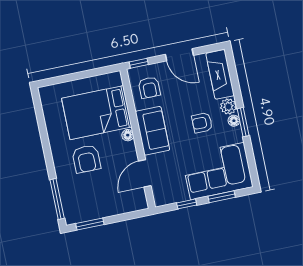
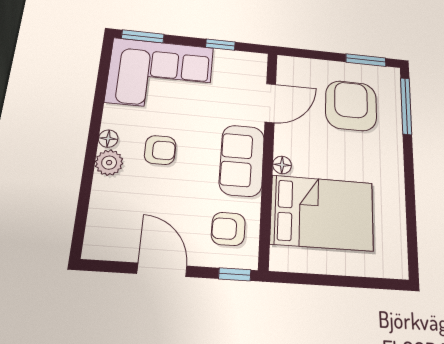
fireplace: (220, 74) -> (104, 217), removed
armchair: (149, 88) -> (228, 229), turned -90
window: (243, 122) -> (94, 132), removed
armchair: (86, 159) -> (351, 106), moved, width x1.36, depth x1.36
window: (222, 197) -> (143, 36), moved

